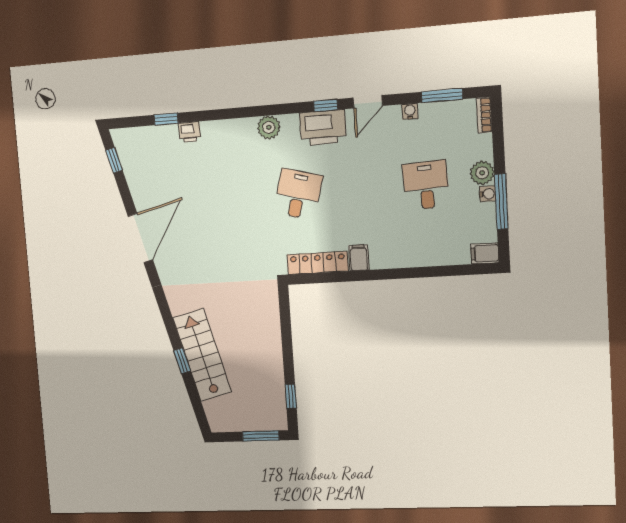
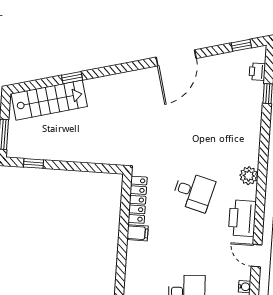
window: (326, 105) -> (259, 223), removed
printer: (190, 132) -> (257, 72), moved
door: (140, 238) -> (176, 58), hinge flipped
stairs: (202, 355) -> (49, 100), moved

